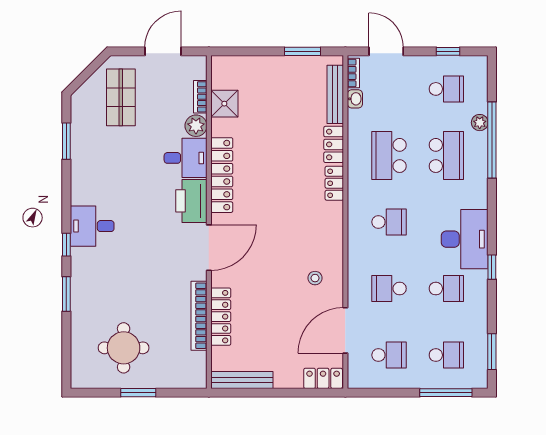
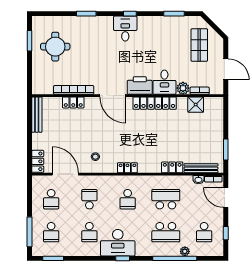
door: (386, 51) -> (226, 198), swing flipped
shop shelf: (121, 97) -> (199, 45), turned 90
locker: (334, 183) -> (127, 168), moved
window: (66, 245) -> (130, 14), moved
window: (492, 267) -> (123, 258), moved
locker: (221, 317) -> (73, 102), width x0.66
window: (138, 393) -> (29, 41), moved

